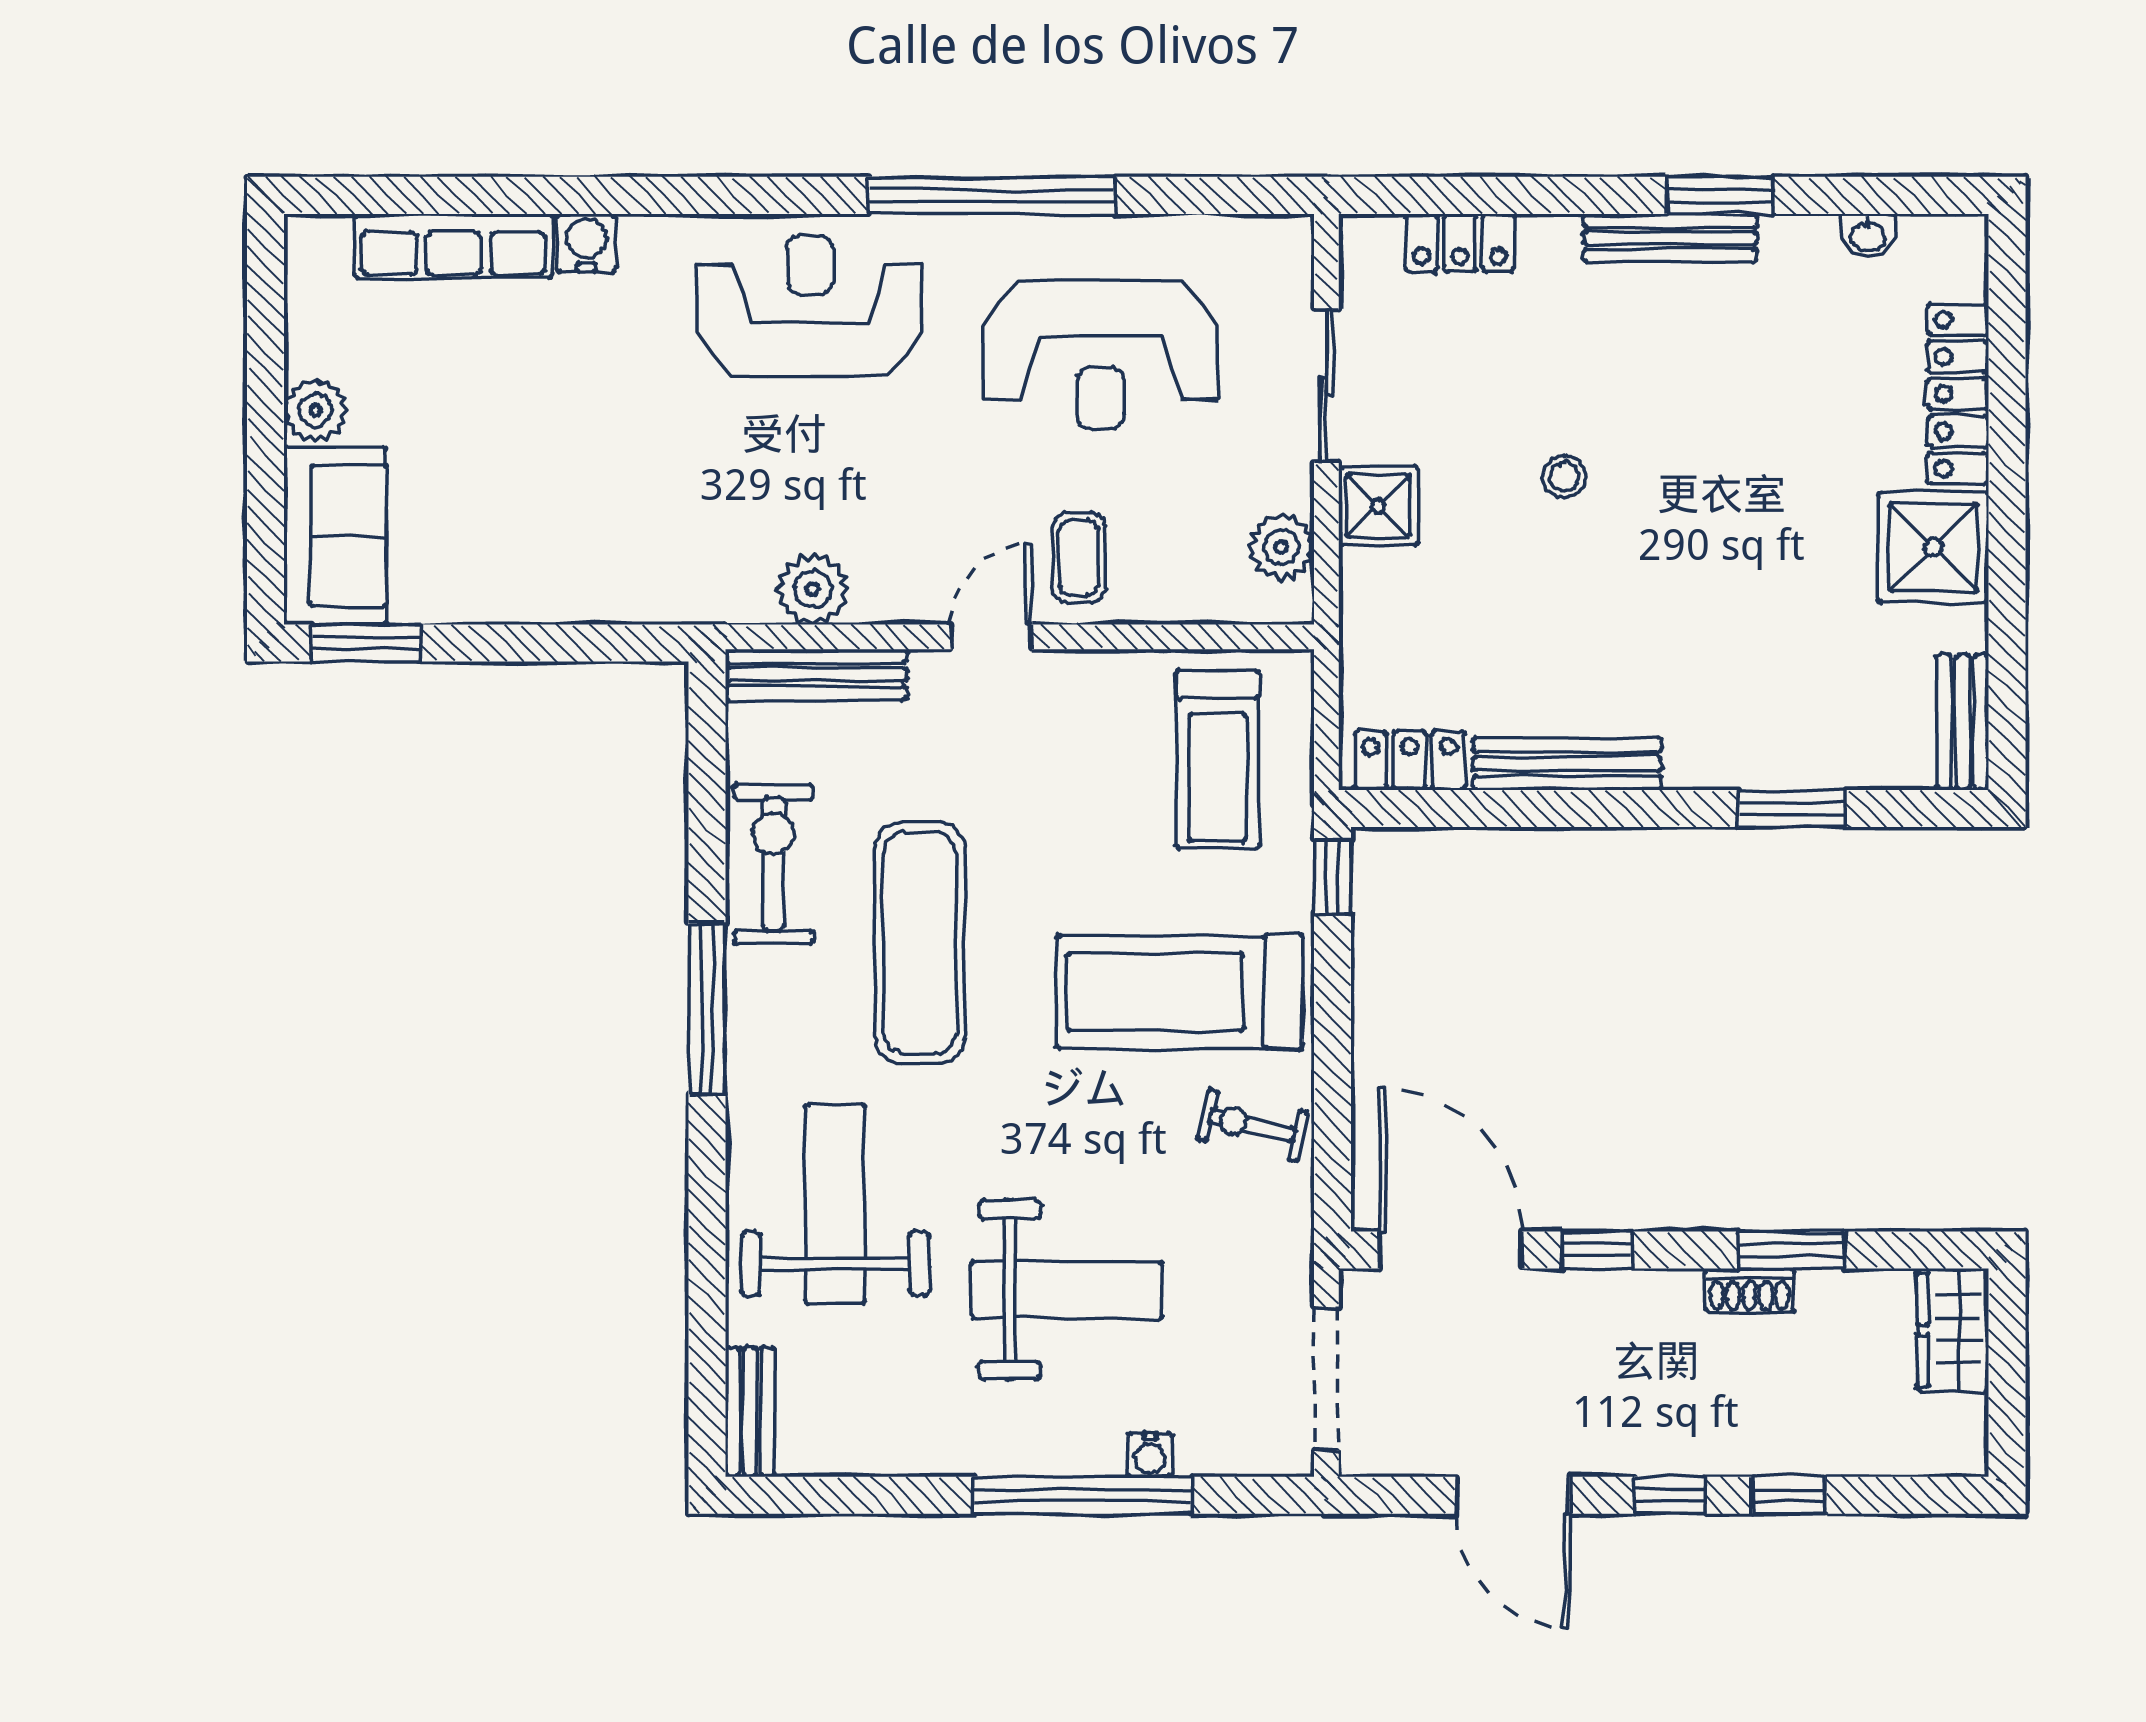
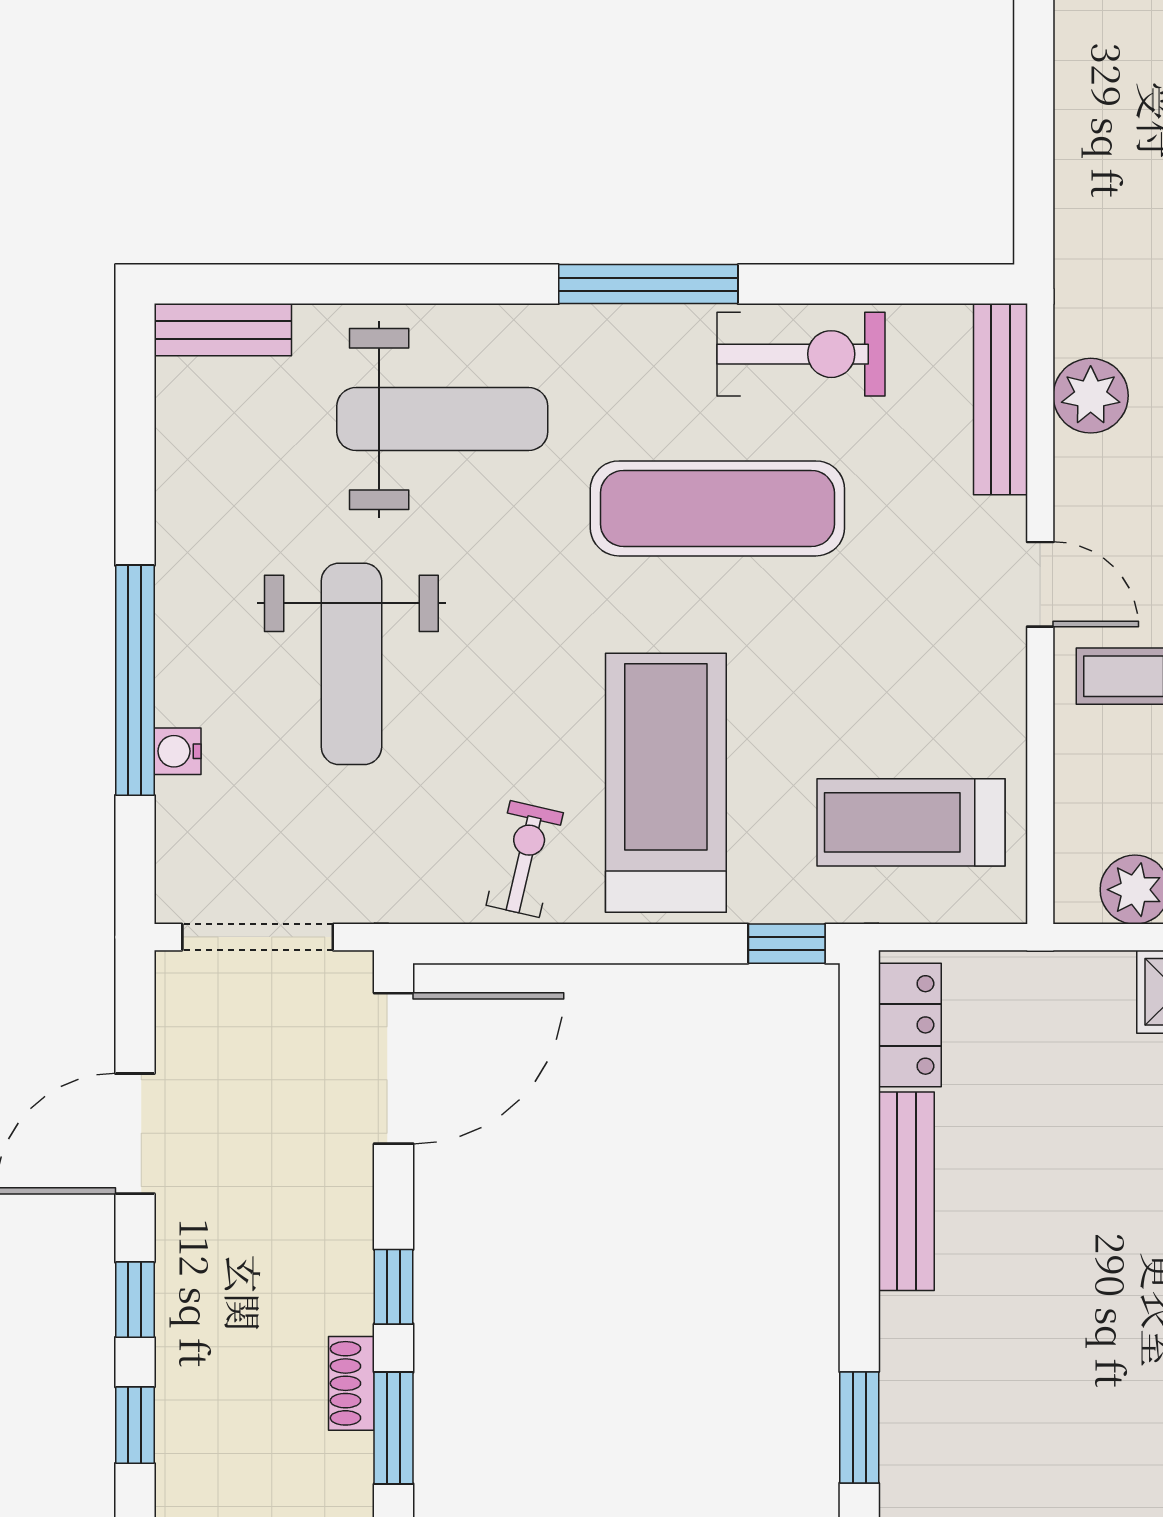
window: (1597, 1250) -> (394, 1287), moved

